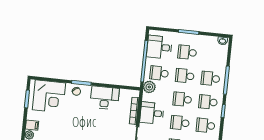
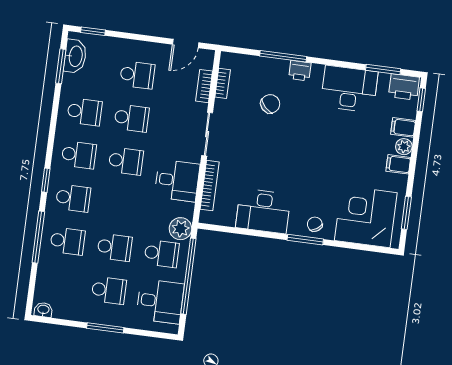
school desk: (182, 99) -> (120, 204), removed

